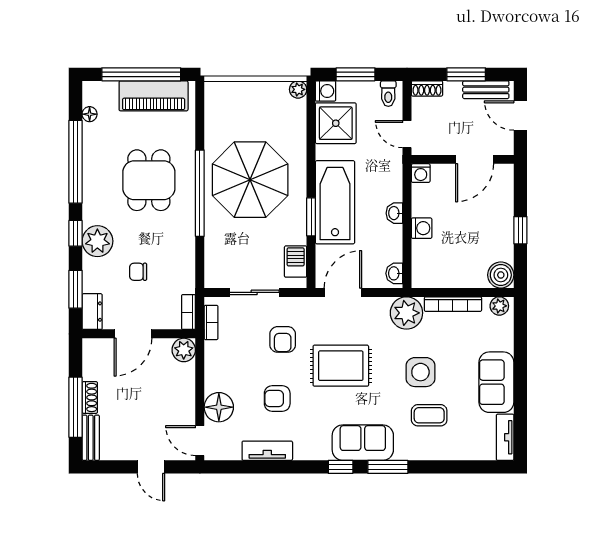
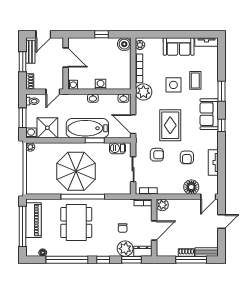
dining table: (149, 180) -> (76, 223), width x1.37
plant: (97, 241) -> (125, 249), moved
door: (133, 334) -> (154, 231), hinge flipped
window: (388, 467) -> (221, 91), moved

